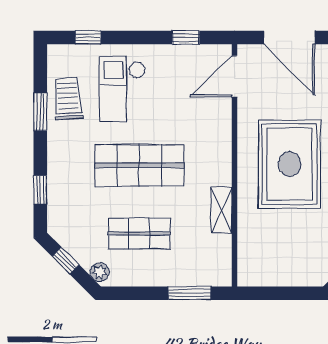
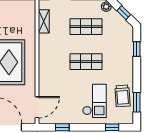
window: (40, 112) -> (137, 102), moved
shop shelf: (139, 165) -> (86, 62), width x0.70, depth x0.74
shelving: (222, 210) -> (44, 21), moved

